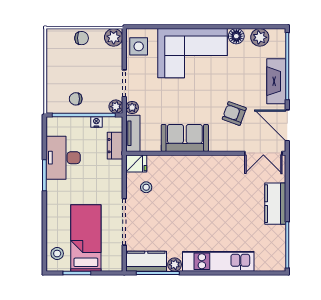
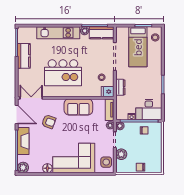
plant: (114, 37) -> (121, 154), moved
plant: (260, 37) -> (23, 168), moved
dresser: (115, 146) -> (120, 87), moved
desk: (63, 158) -> (149, 110), moved, turned 90
kitchen island: (210, 195) -> (63, 73), added
kitchen counter: (275, 204) -> (24, 56), moved

